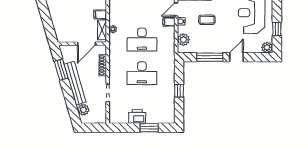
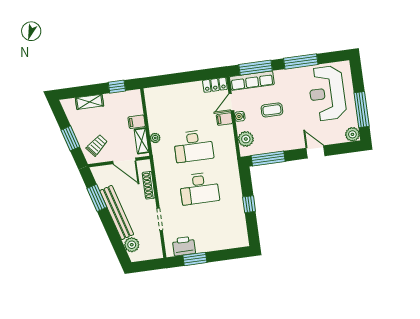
window: (47, 20) -> (70, 138), added
trolley: (67, 29) -> (97, 145), added
window: (277, 29) -> (362, 110), width x2.17
door: (86, 44) -> (124, 161), hinge flipped
window: (210, 57) -> (268, 158), moved
door: (236, 57) -> (316, 152), hinge flipped
printer: (137, 117) -> (184, 246), moved
window: (149, 128) -> (195, 259), moved

